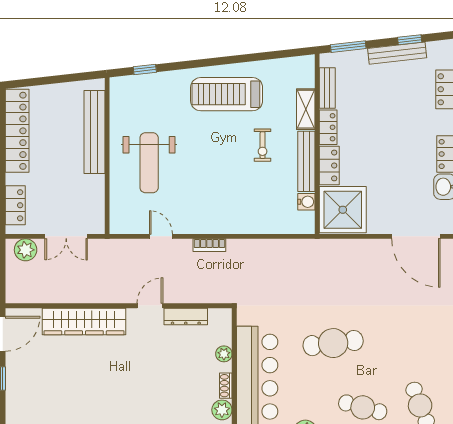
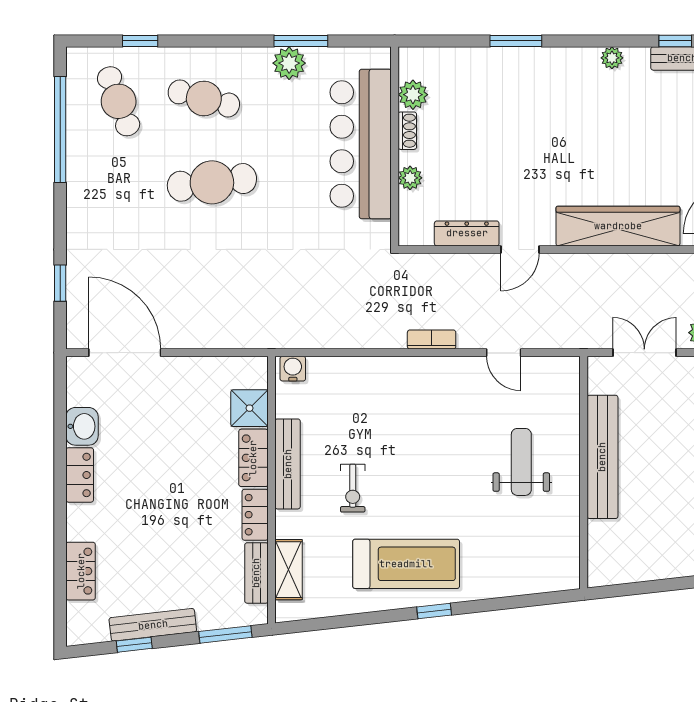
window: (145, 69) -> (434, 611), moved
shelving: (306, 109) -> (289, 570), moved
bench: (94, 132) -> (602, 457), moved
exercise bike: (263, 145) -> (353, 488), turned 180
weight bench: (149, 163) -> (521, 462), width x0.73, depth x0.75
water cooler: (306, 202) -> (293, 369), moved, turned 90
shower: (343, 210) -> (250, 408), width x0.54, depth x0.54
cafe table: (333, 343) -> (212, 182), moved

